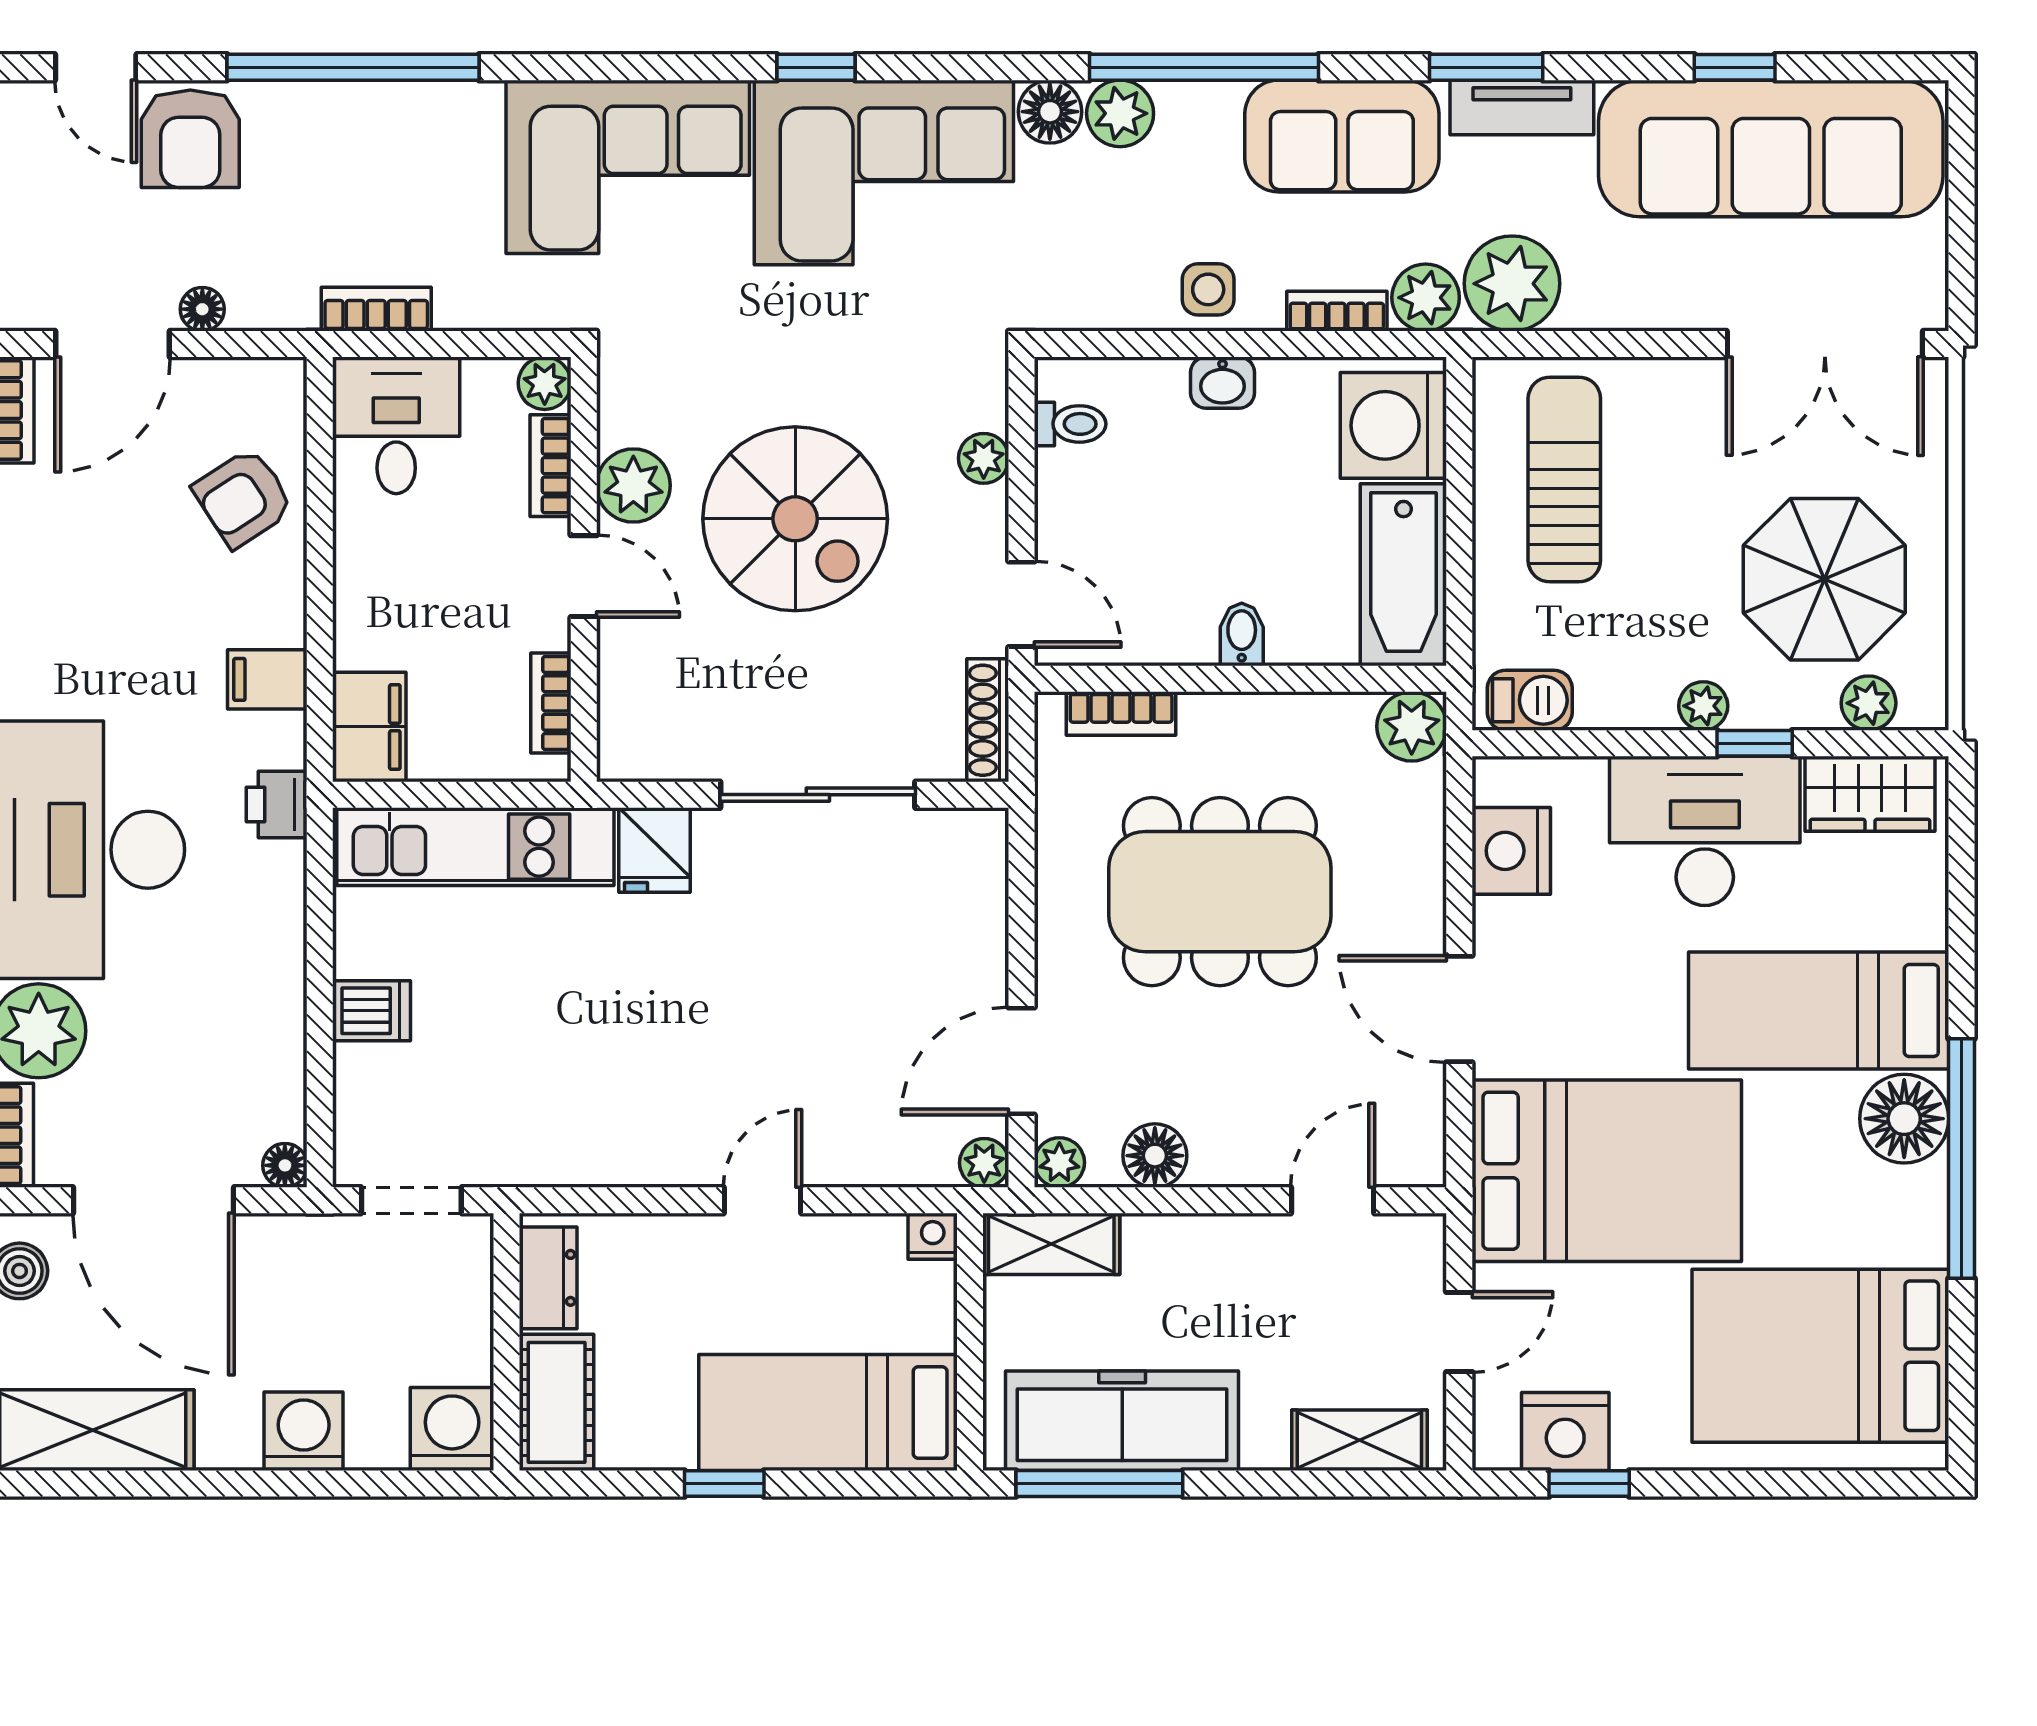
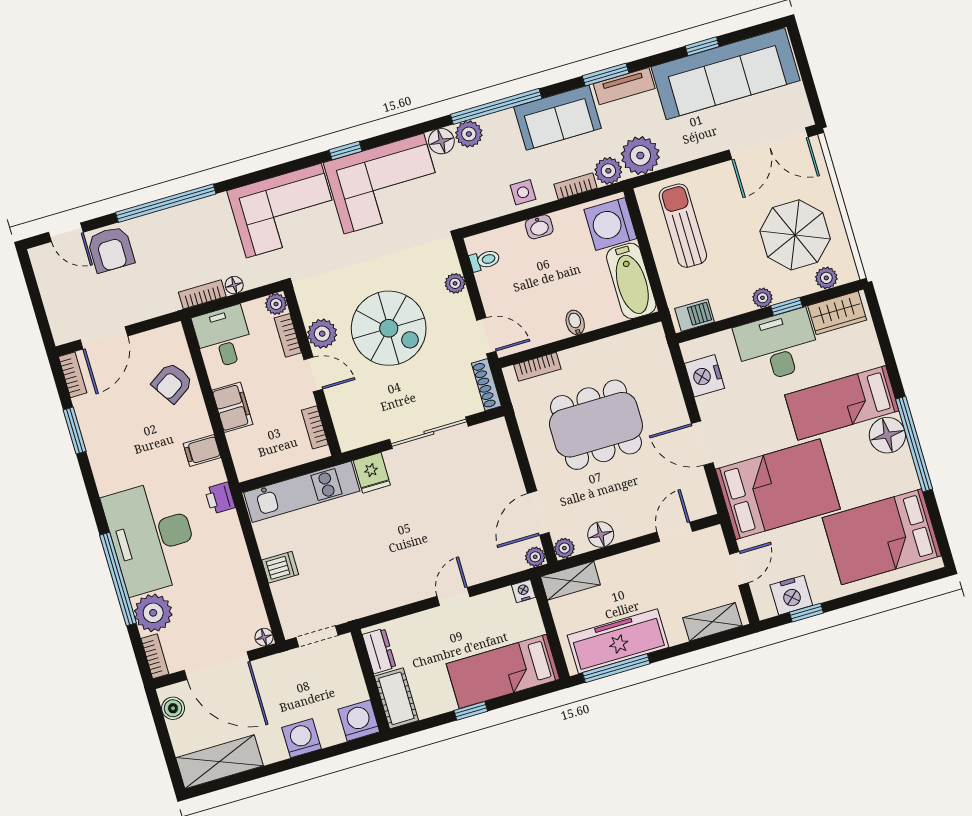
floor lamp: (202, 309) -> (234, 285), moved
plant: (1412, 726) -> (652, 339), removed
filing cabinet: (369, 727) -> (232, 407), moved

